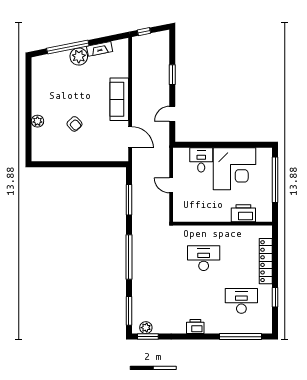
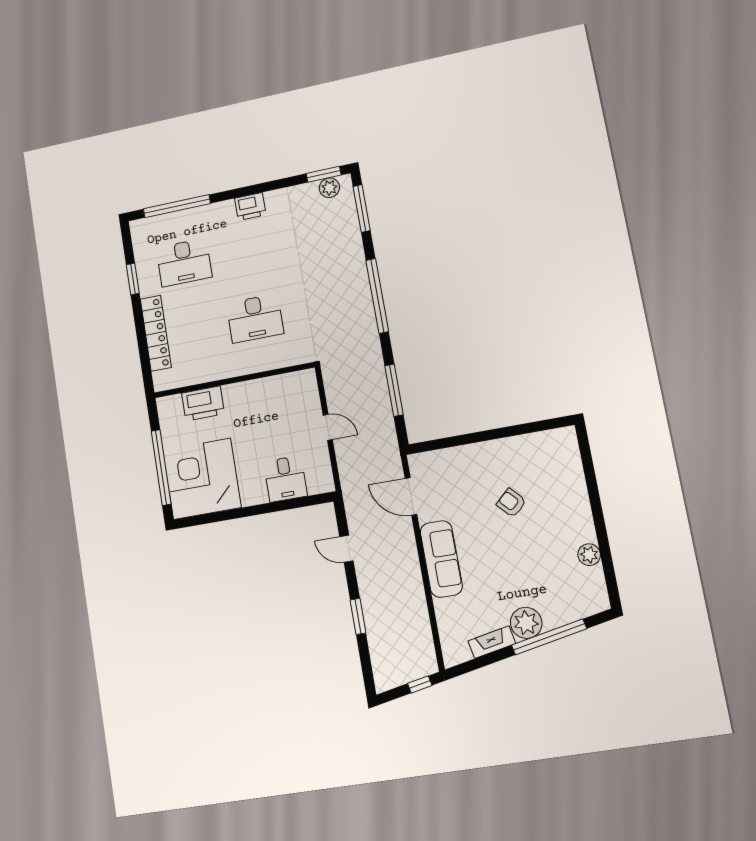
door: (172, 114) -> (346, 549), swing flipped
plant: (37, 121) -> (589, 555), moved
corner desk: (235, 169) -> (202, 479), moved

